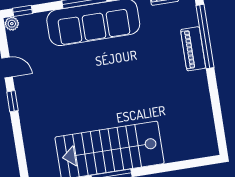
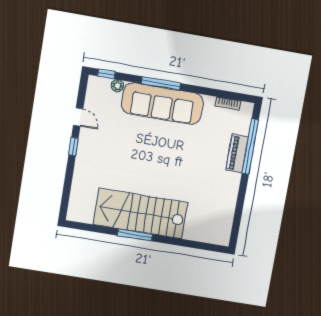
plant: (12, 24) -> (117, 86), moved

